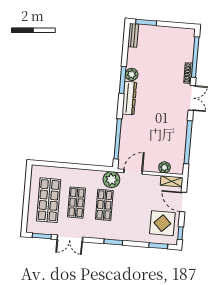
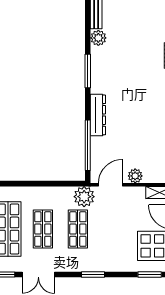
plant: (132, 74) -> (98, 38), moved
dresser: (129, 98) -> (98, 115), moved
plant: (164, 167) -> (135, 176), moved

